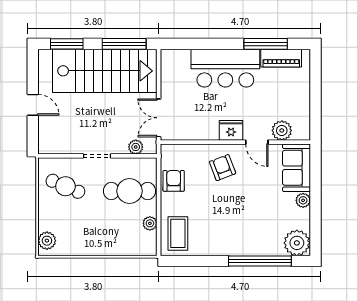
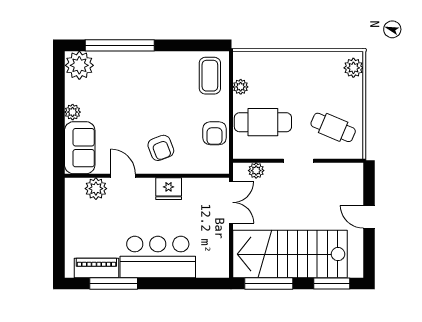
fridge: (231, 130) -> (169, 189), moved

